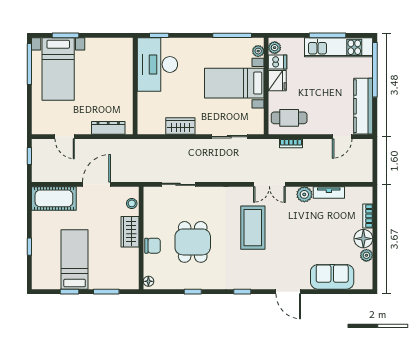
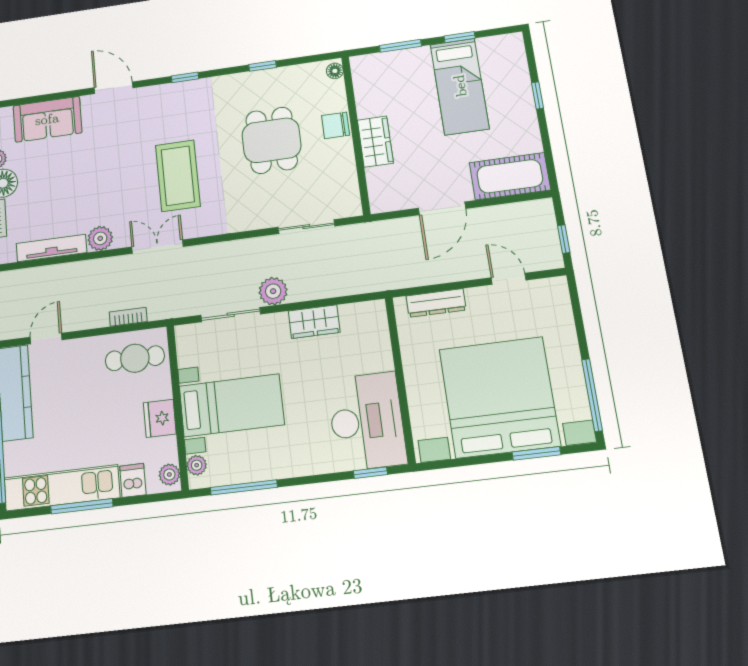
dishwasher: (277, 62) -> (133, 480), moved, turned 90
bed with nightstands: (58, 69) -> (499, 397), width x1.85
plant: (202, 148) -> (273, 291), added
tv unit: (329, 192) -> (51, 248), width x1.41
stool: (132, 203) -> (379, 186), removed

